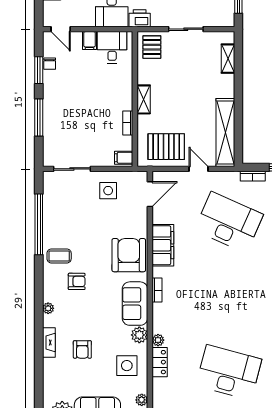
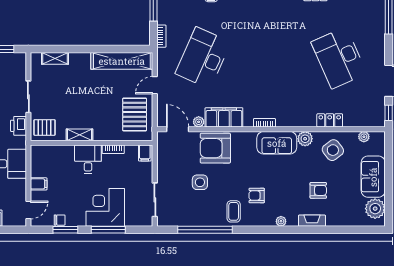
printer: (140, 18) -> (18, 126), moved
desk: (112, 47) -> (88, 159), moved, turned 90
shelving: (144, 99) -> (79, 135), moved
corner desk: (64, 114) -> (105, 207), added
side table: (108, 191) -> (200, 182), moved
armchair: (129, 255) -> (215, 148), moved
armchair: (77, 281) -> (257, 196), turned -90
plant: (158, 340) -> (199, 122), moved
side table: (127, 366) -> (333, 150), turned -37
desk: (229, 372) -> (339, 58), turned -39

